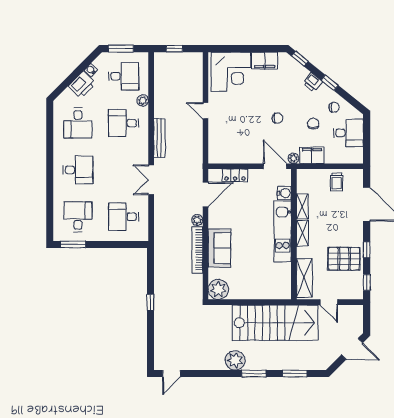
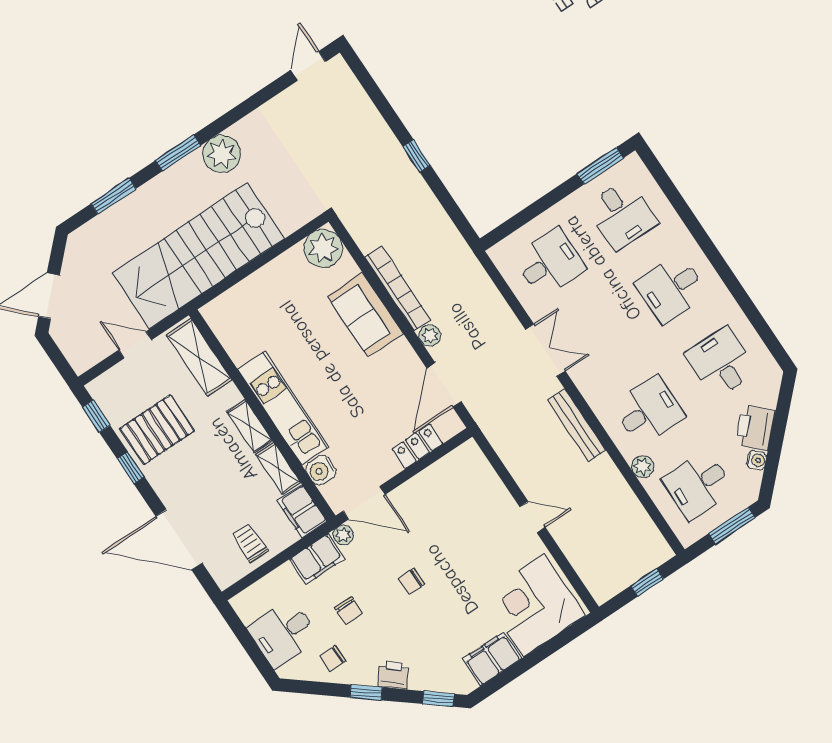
filing cabinet: (305, 181) -> (302, 511), added

